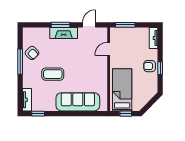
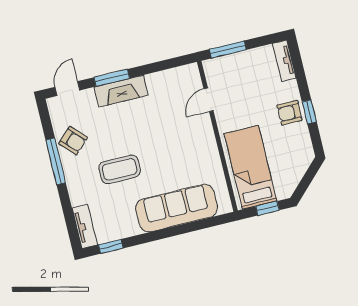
door: (89, 25) -> (67, 89), moved

